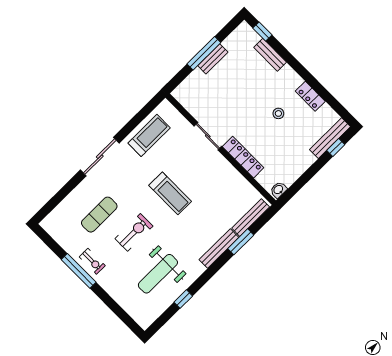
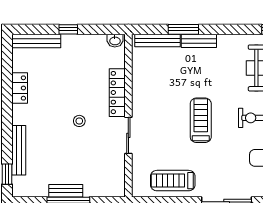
bench: (270, 55) -> (19, 150), width x1.36
stool: (278, 113) -> (79, 121), moved
window: (336, 147) -> (68, 29), moved
bench: (219, 249) -> (199, 41), width x0.73

